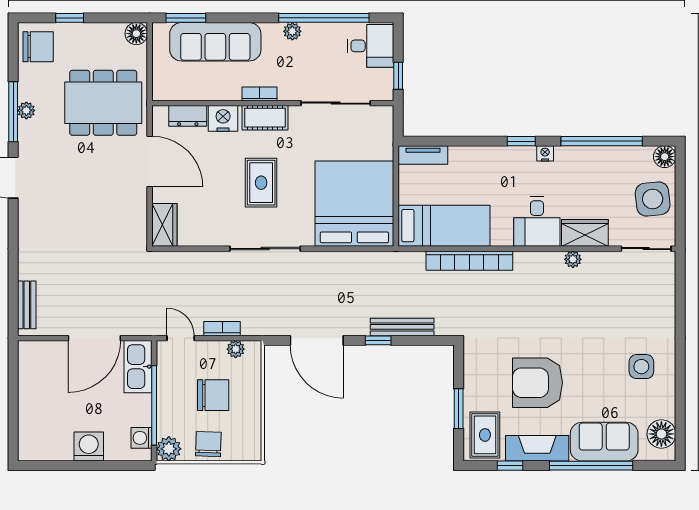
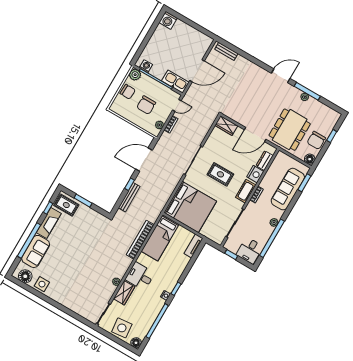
chair: (38, 47) -> (316, 140), moved
door: (94, 338) -> (197, 71), swing flipped
side table: (641, 367) -> (42, 284), moved
armchair: (537, 383) -> (75, 238), removed
washing machine: (89, 447) -> (168, 20), moved, turned 90

